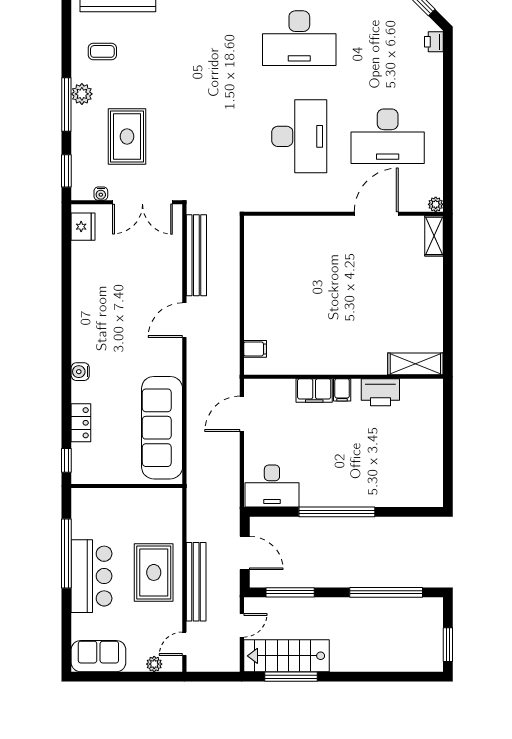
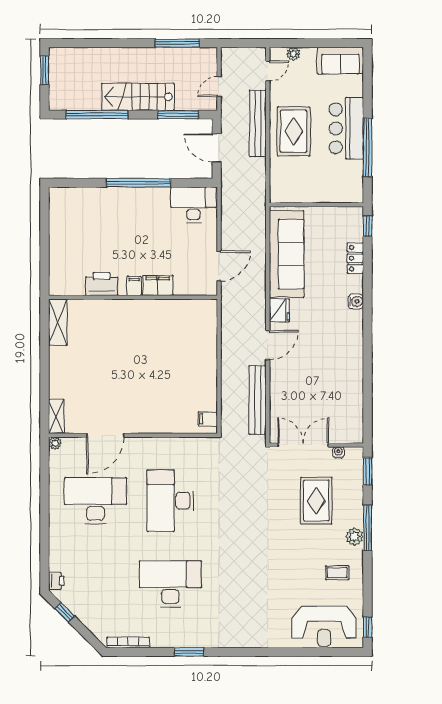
fridge: (83, 227) -> (279, 310), moved, turned 180
filing cabinet: (255, 349) -> (208, 419), moved
shelving: (415, 364) -> (58, 322), moved, turned 90
stairs: (286, 656) -> (138, 97), moved, turned 180

